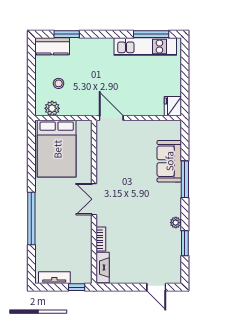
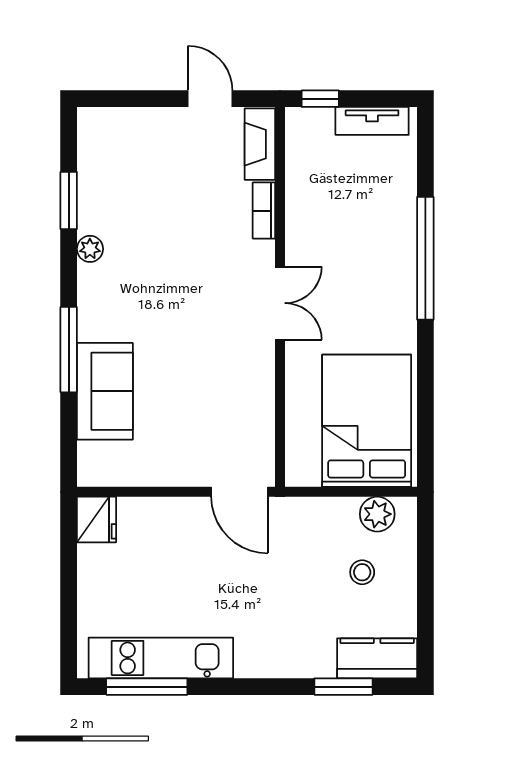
door: (156, 287) -> (210, 99), moved

